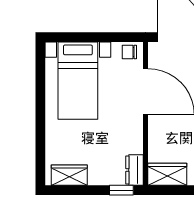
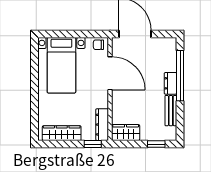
dresser: (135, 170) -> (102, 125), width x1.44
wardrobe: (69, 175) -> (62, 133), width x1.50

